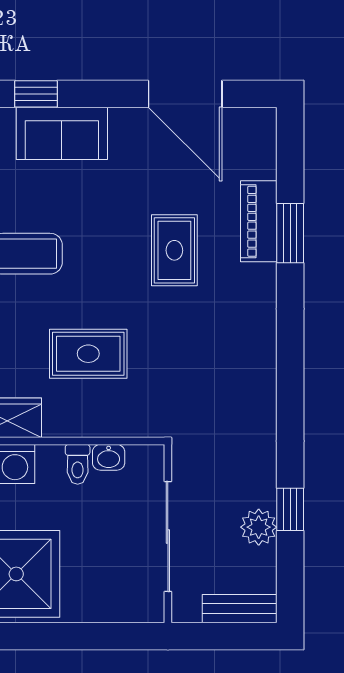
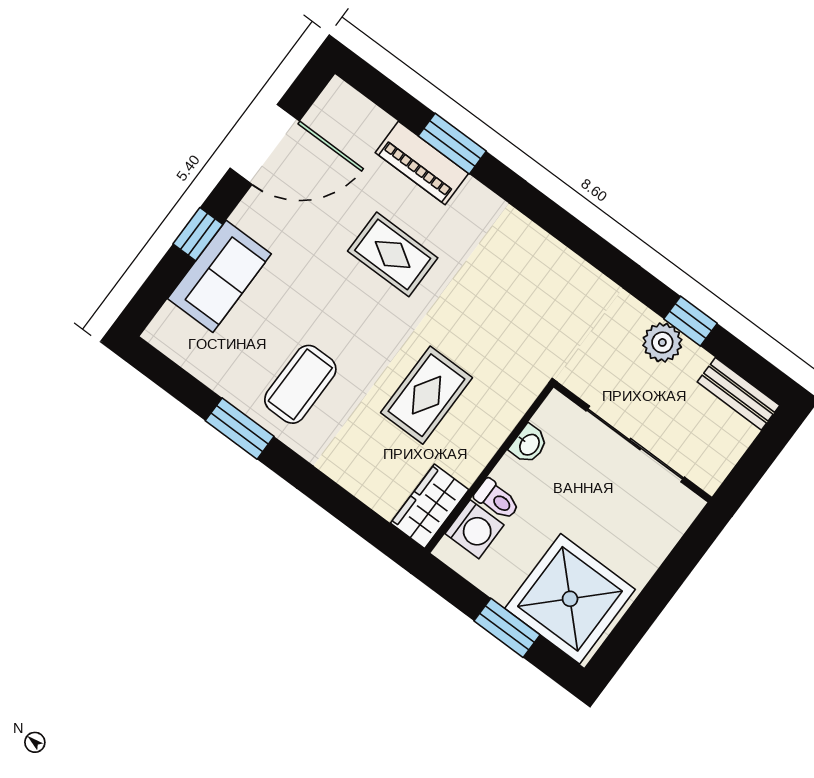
window: (36, 94) -> (198, 234), moved
toilet: (78, 464) -> (497, 500), moved
plant: (259, 527) -> (662, 342), moved
bench: (240, 609) -> (738, 394), moved, turned 90

